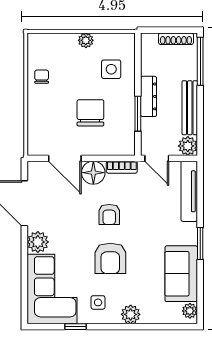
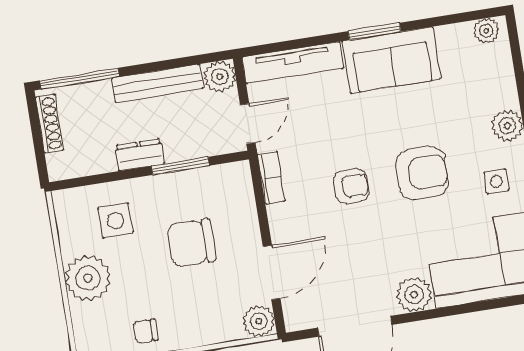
plant: (86, 40) -> (88, 278), width x1.88, depth x1.88
dresser: (149, 96) -> (140, 155), width x0.70
plant: (37, 146) -> (259, 321), added
floor lamp: (93, 173) -> (288, 223), removed
sofa: (181, 274) -> (392, 60), moved

